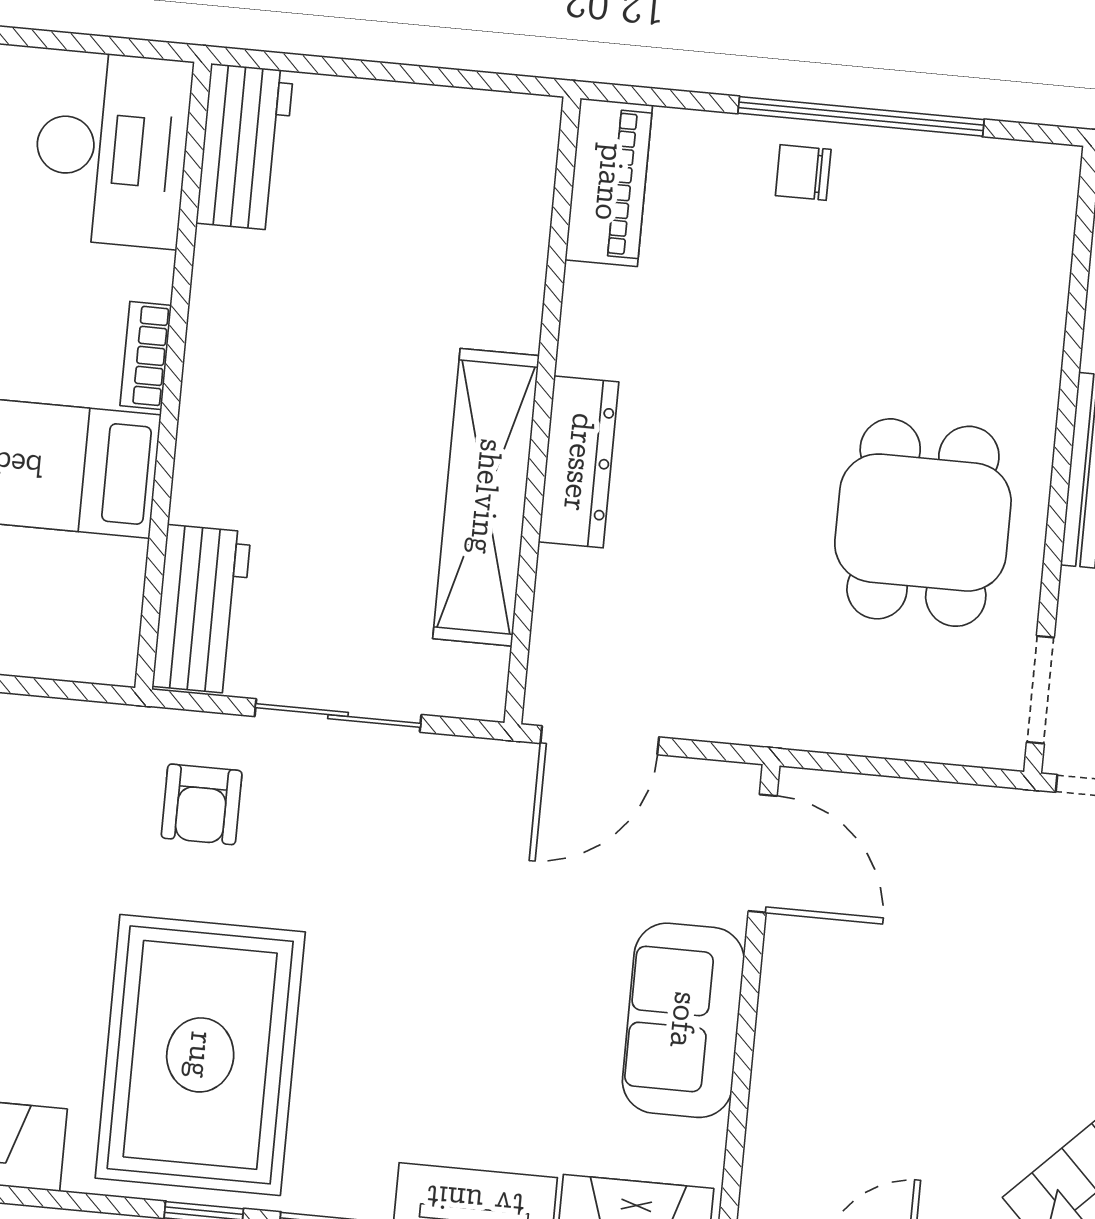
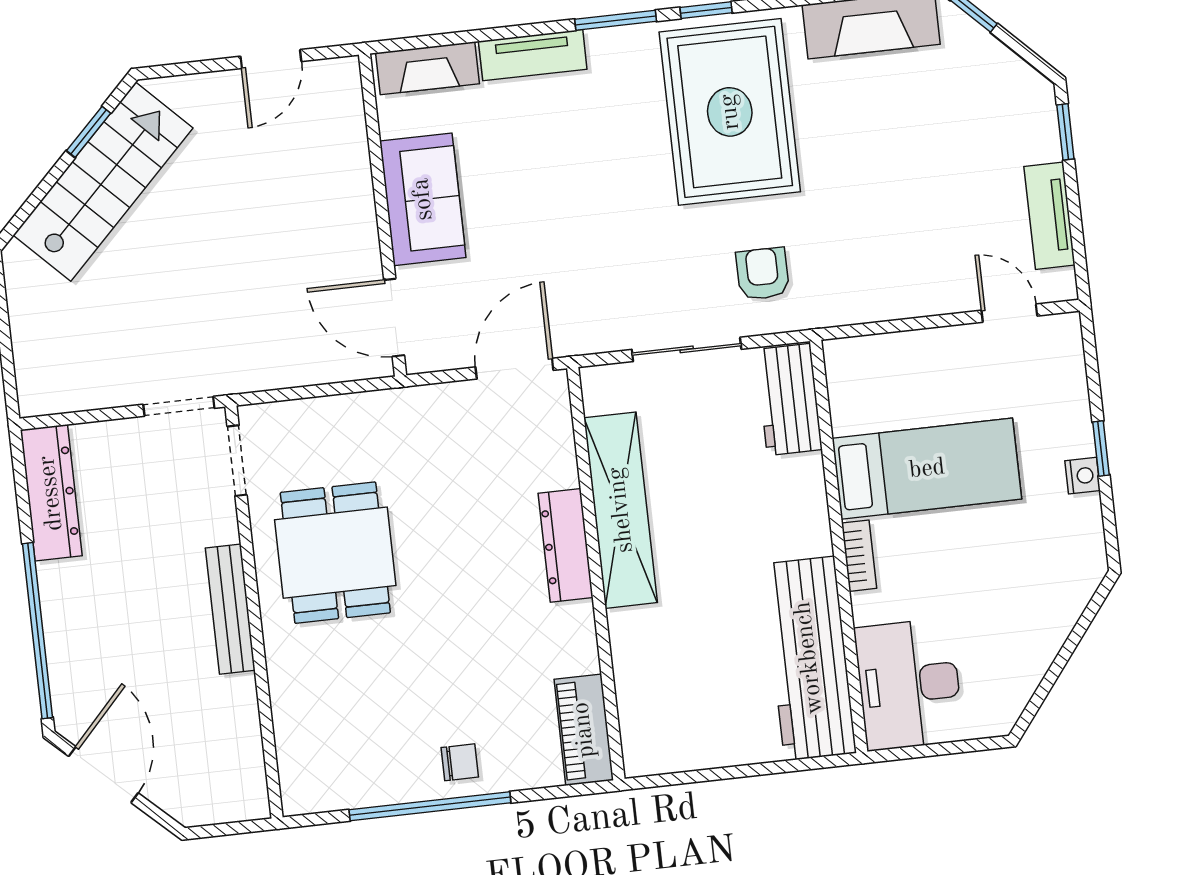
workbench: (245, 147) -> (809, 658), width x1.88, depth x1.32

